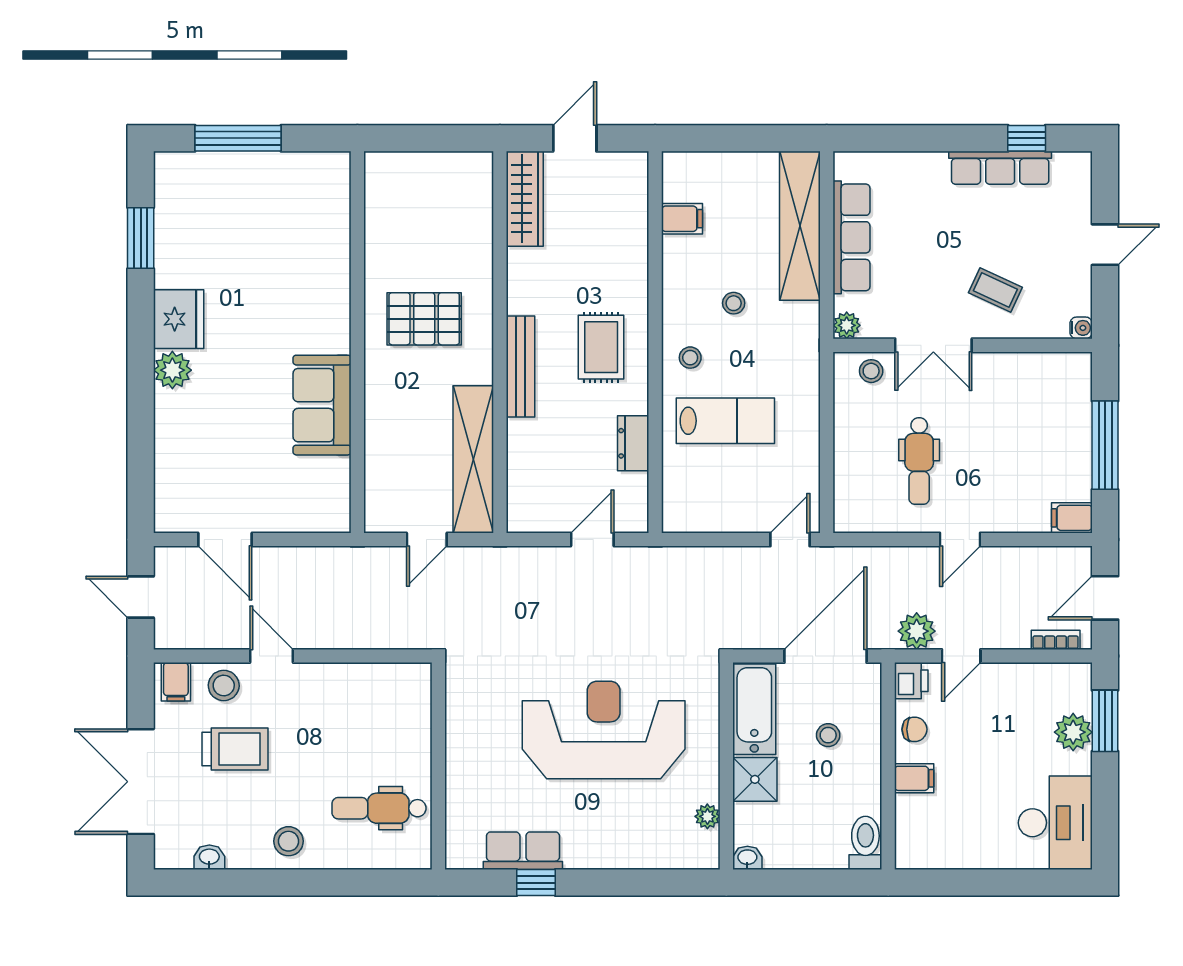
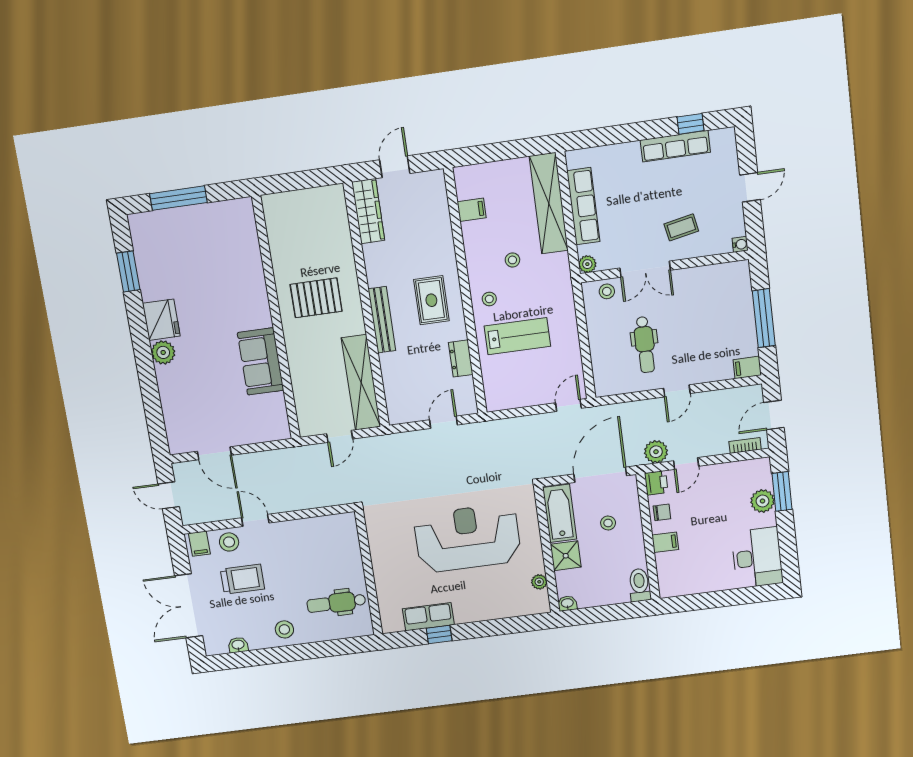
coffee table: (995, 290) -> (681, 227), turned -36

